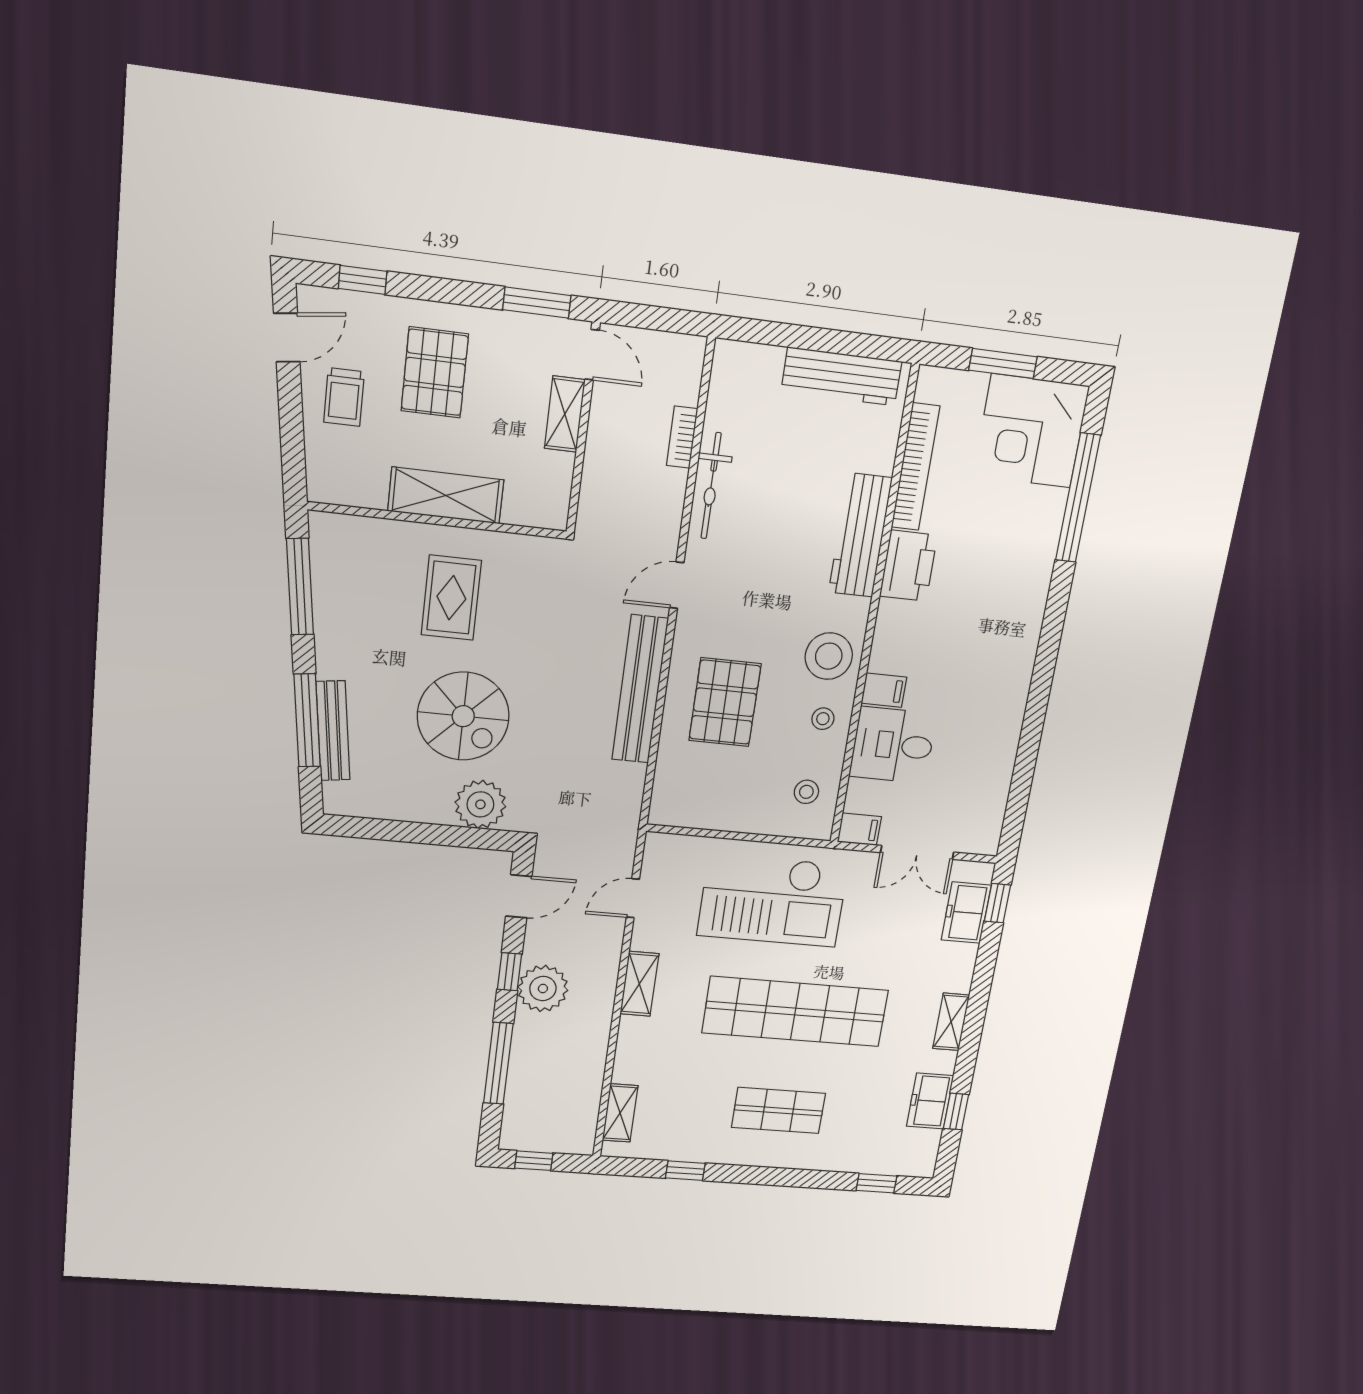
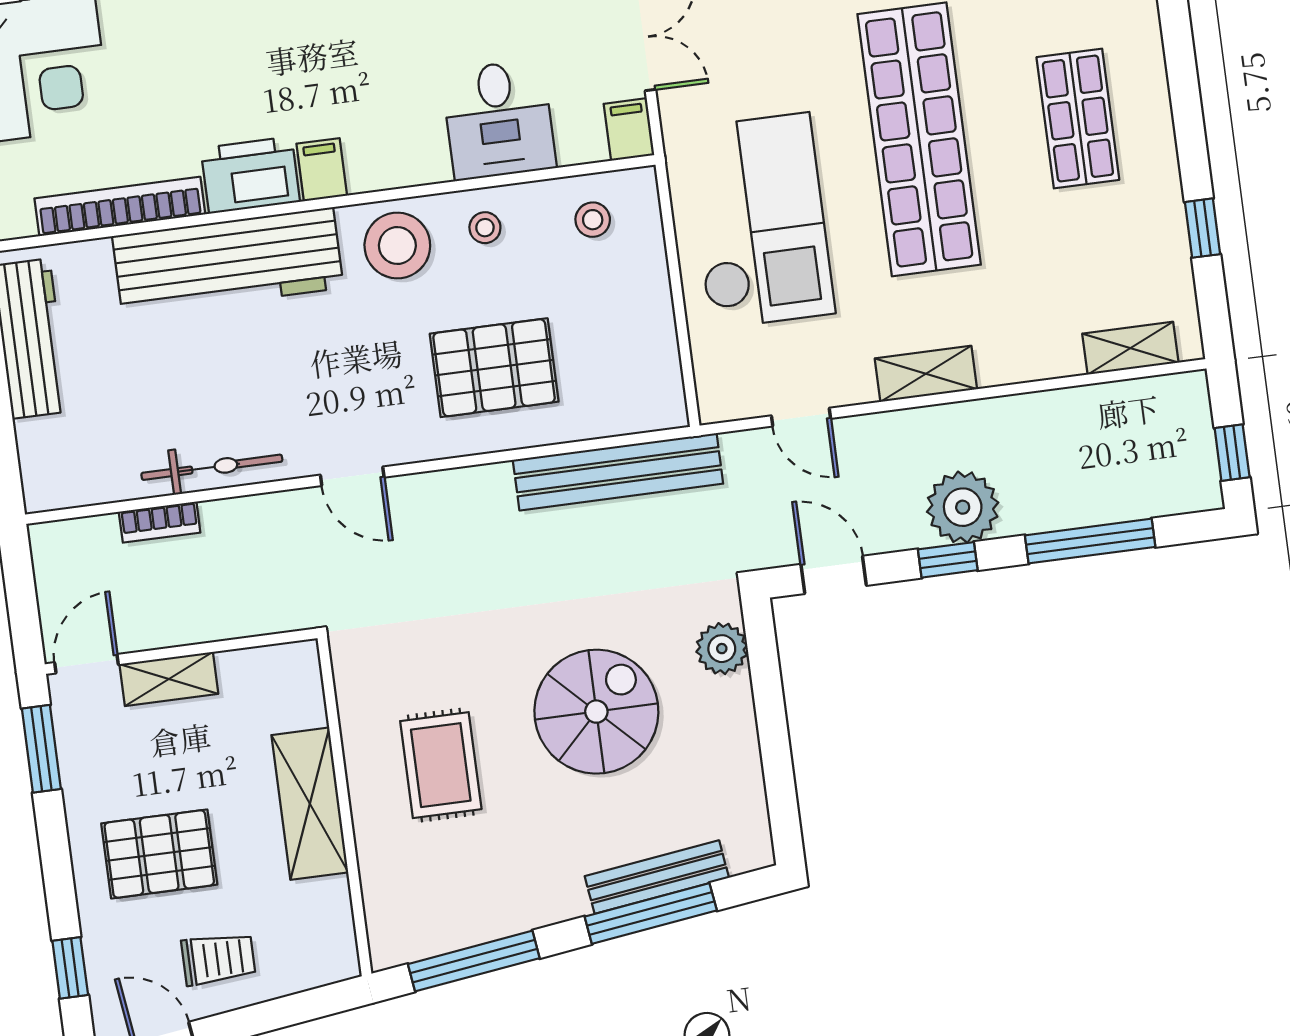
workbench: (860, 535) -> (228, 262), width x1.36, depth x1.32
rug: (451, 598) -> (441, 765), turned 90
bench: (640, 689) -> (618, 472), moved
filing cabinet: (884, 690) -> (322, 170), moved
plant: (480, 804) -> (722, 649), width x0.73, depth x0.73

